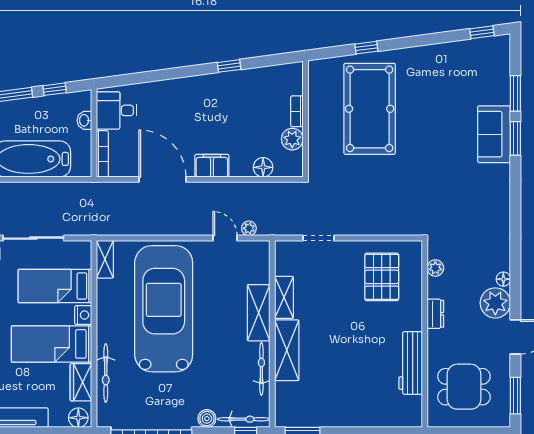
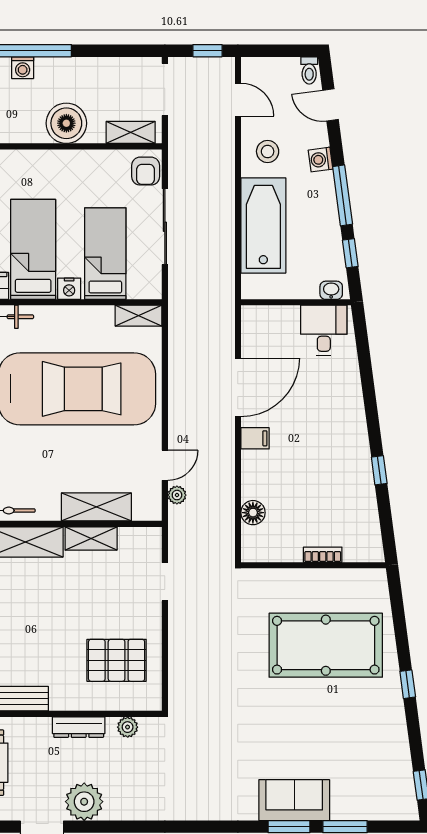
window: (366, 48) -> (408, 684), moved
washbasin: (84, 120) -> (331, 290), moved
plant: (292, 139) -> (288, 549), removed
bookcase: (102, 154) -> (270, 313), removed
filing cabinet: (212, 166) -> (255, 438), width x0.50
floor lamp: (503, 279) -> (114, 812), removed
shelving: (259, 313) -> (96, 507), moved
dresser: (435, 314) -> (79, 727), width x1.44

